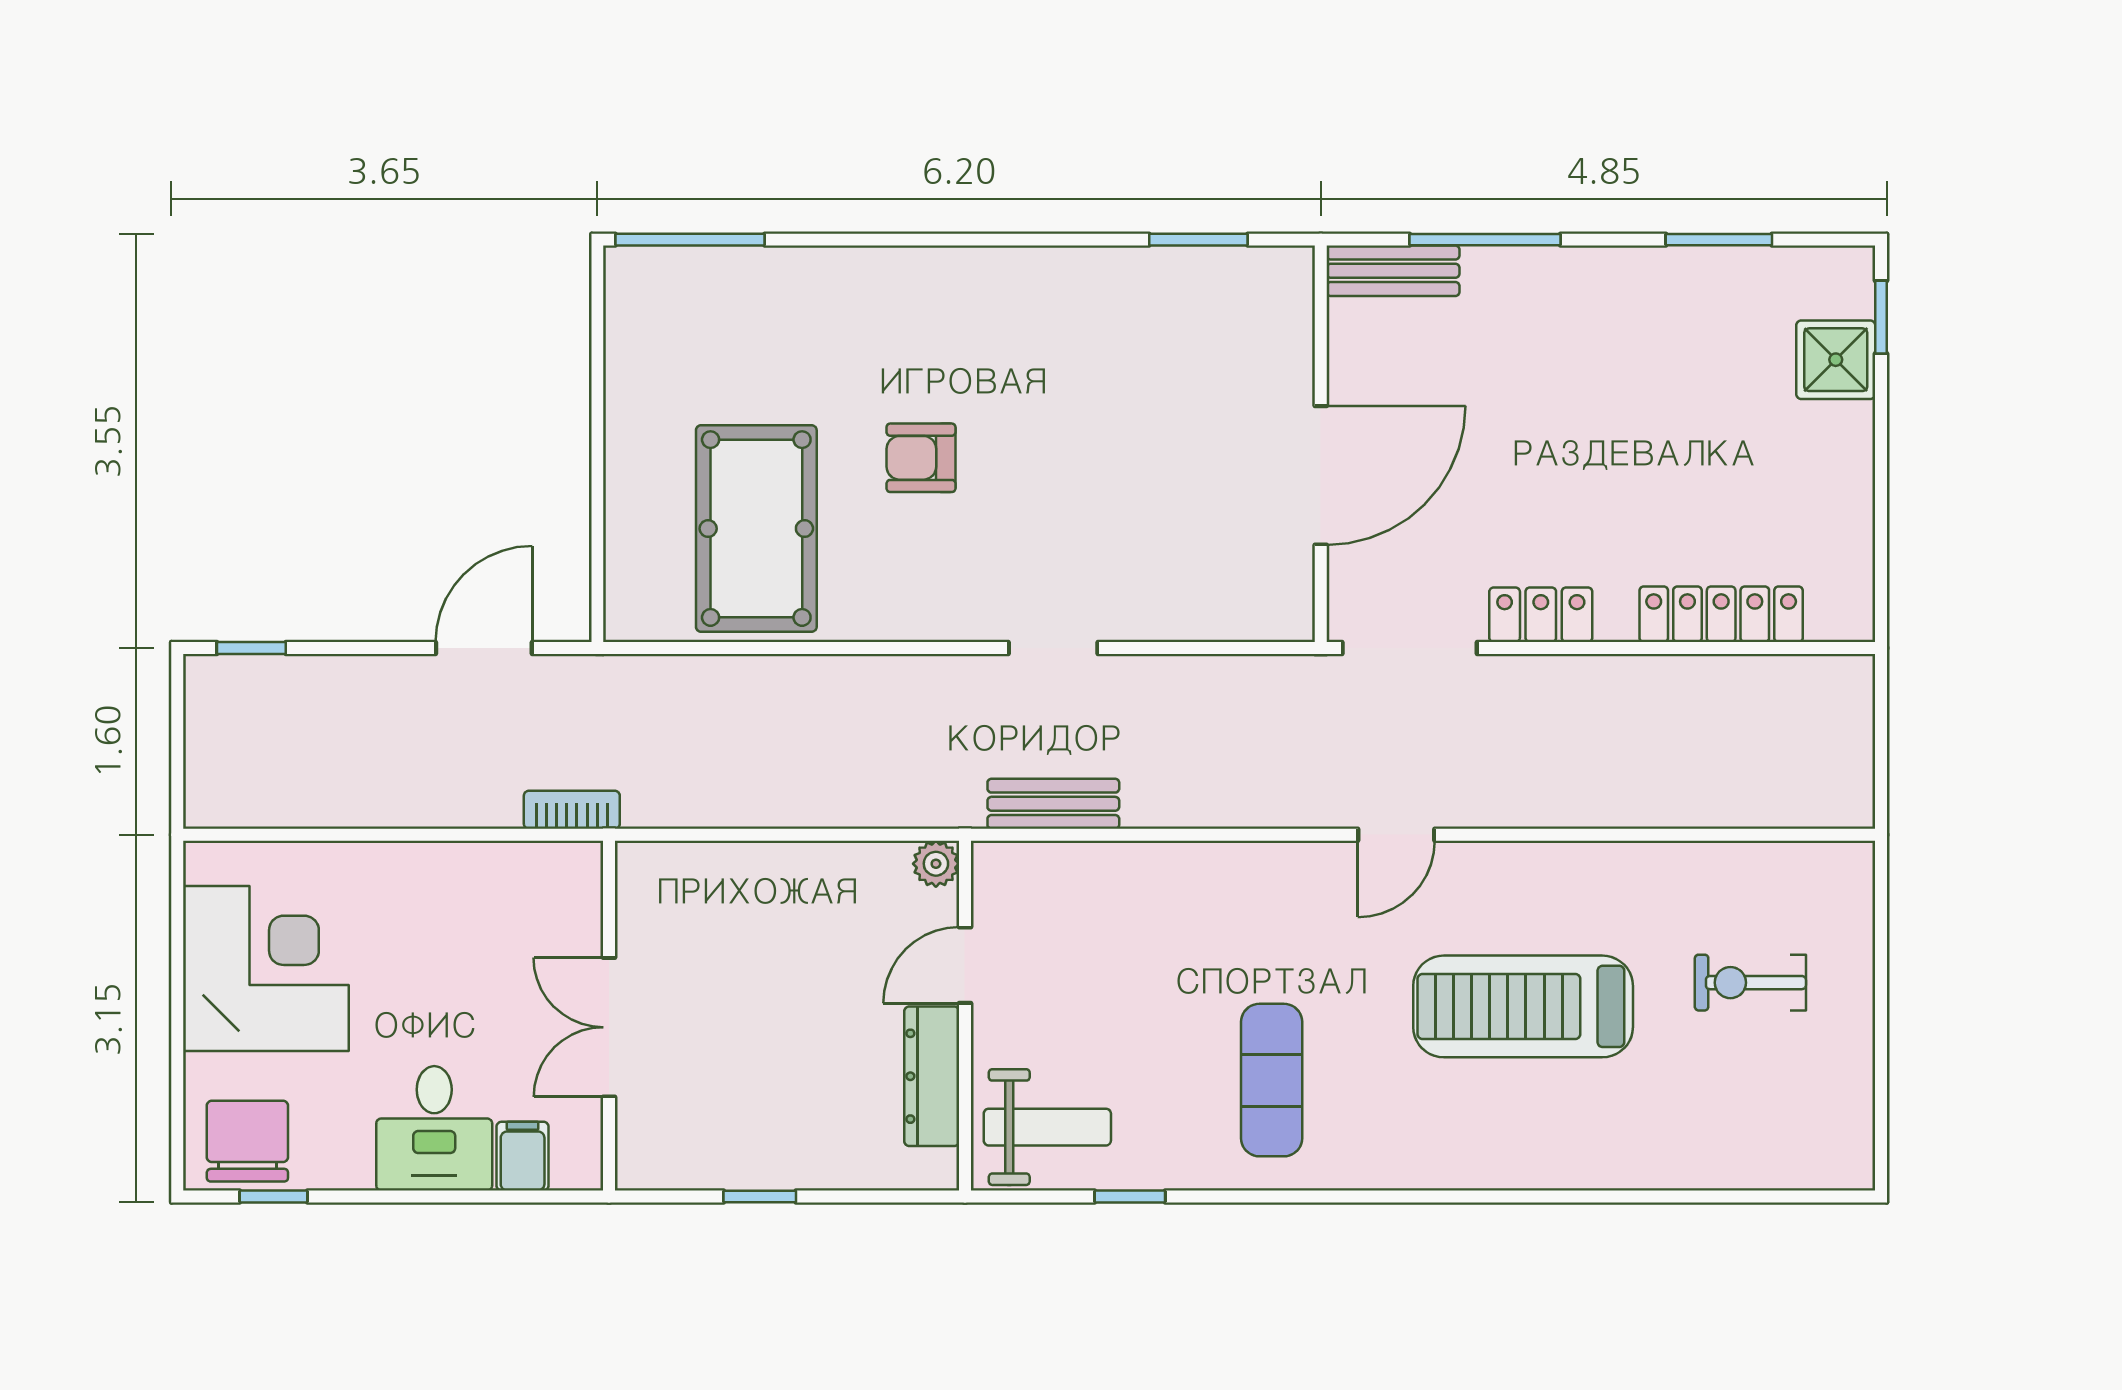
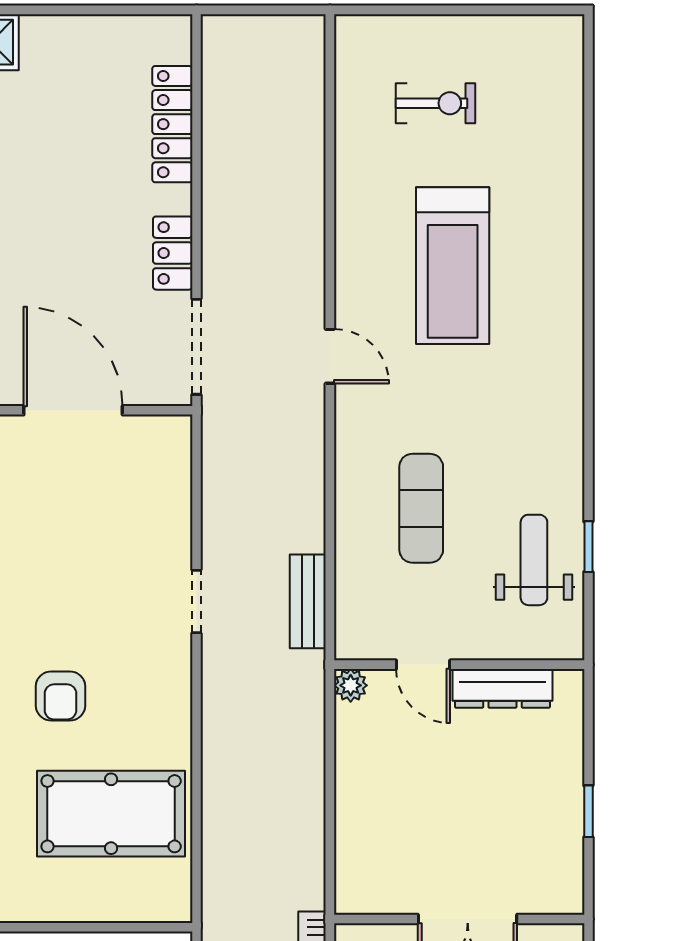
exercise bike: (1750, 983) -> (436, 103), turned -90
exercise mat: (1272, 1080) -> (421, 508), moved, turned 90
weight bench: (1047, 1127) -> (534, 560), moved

